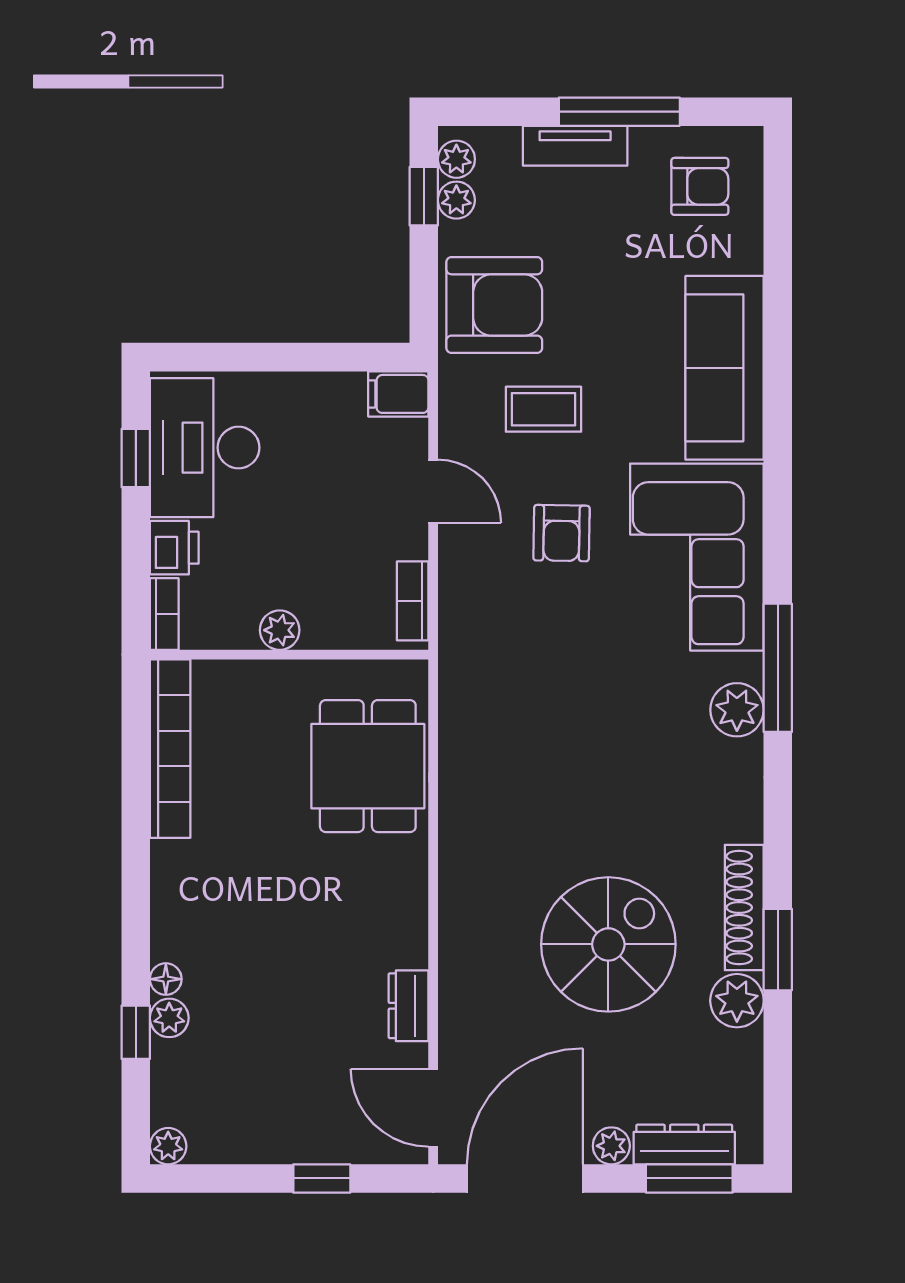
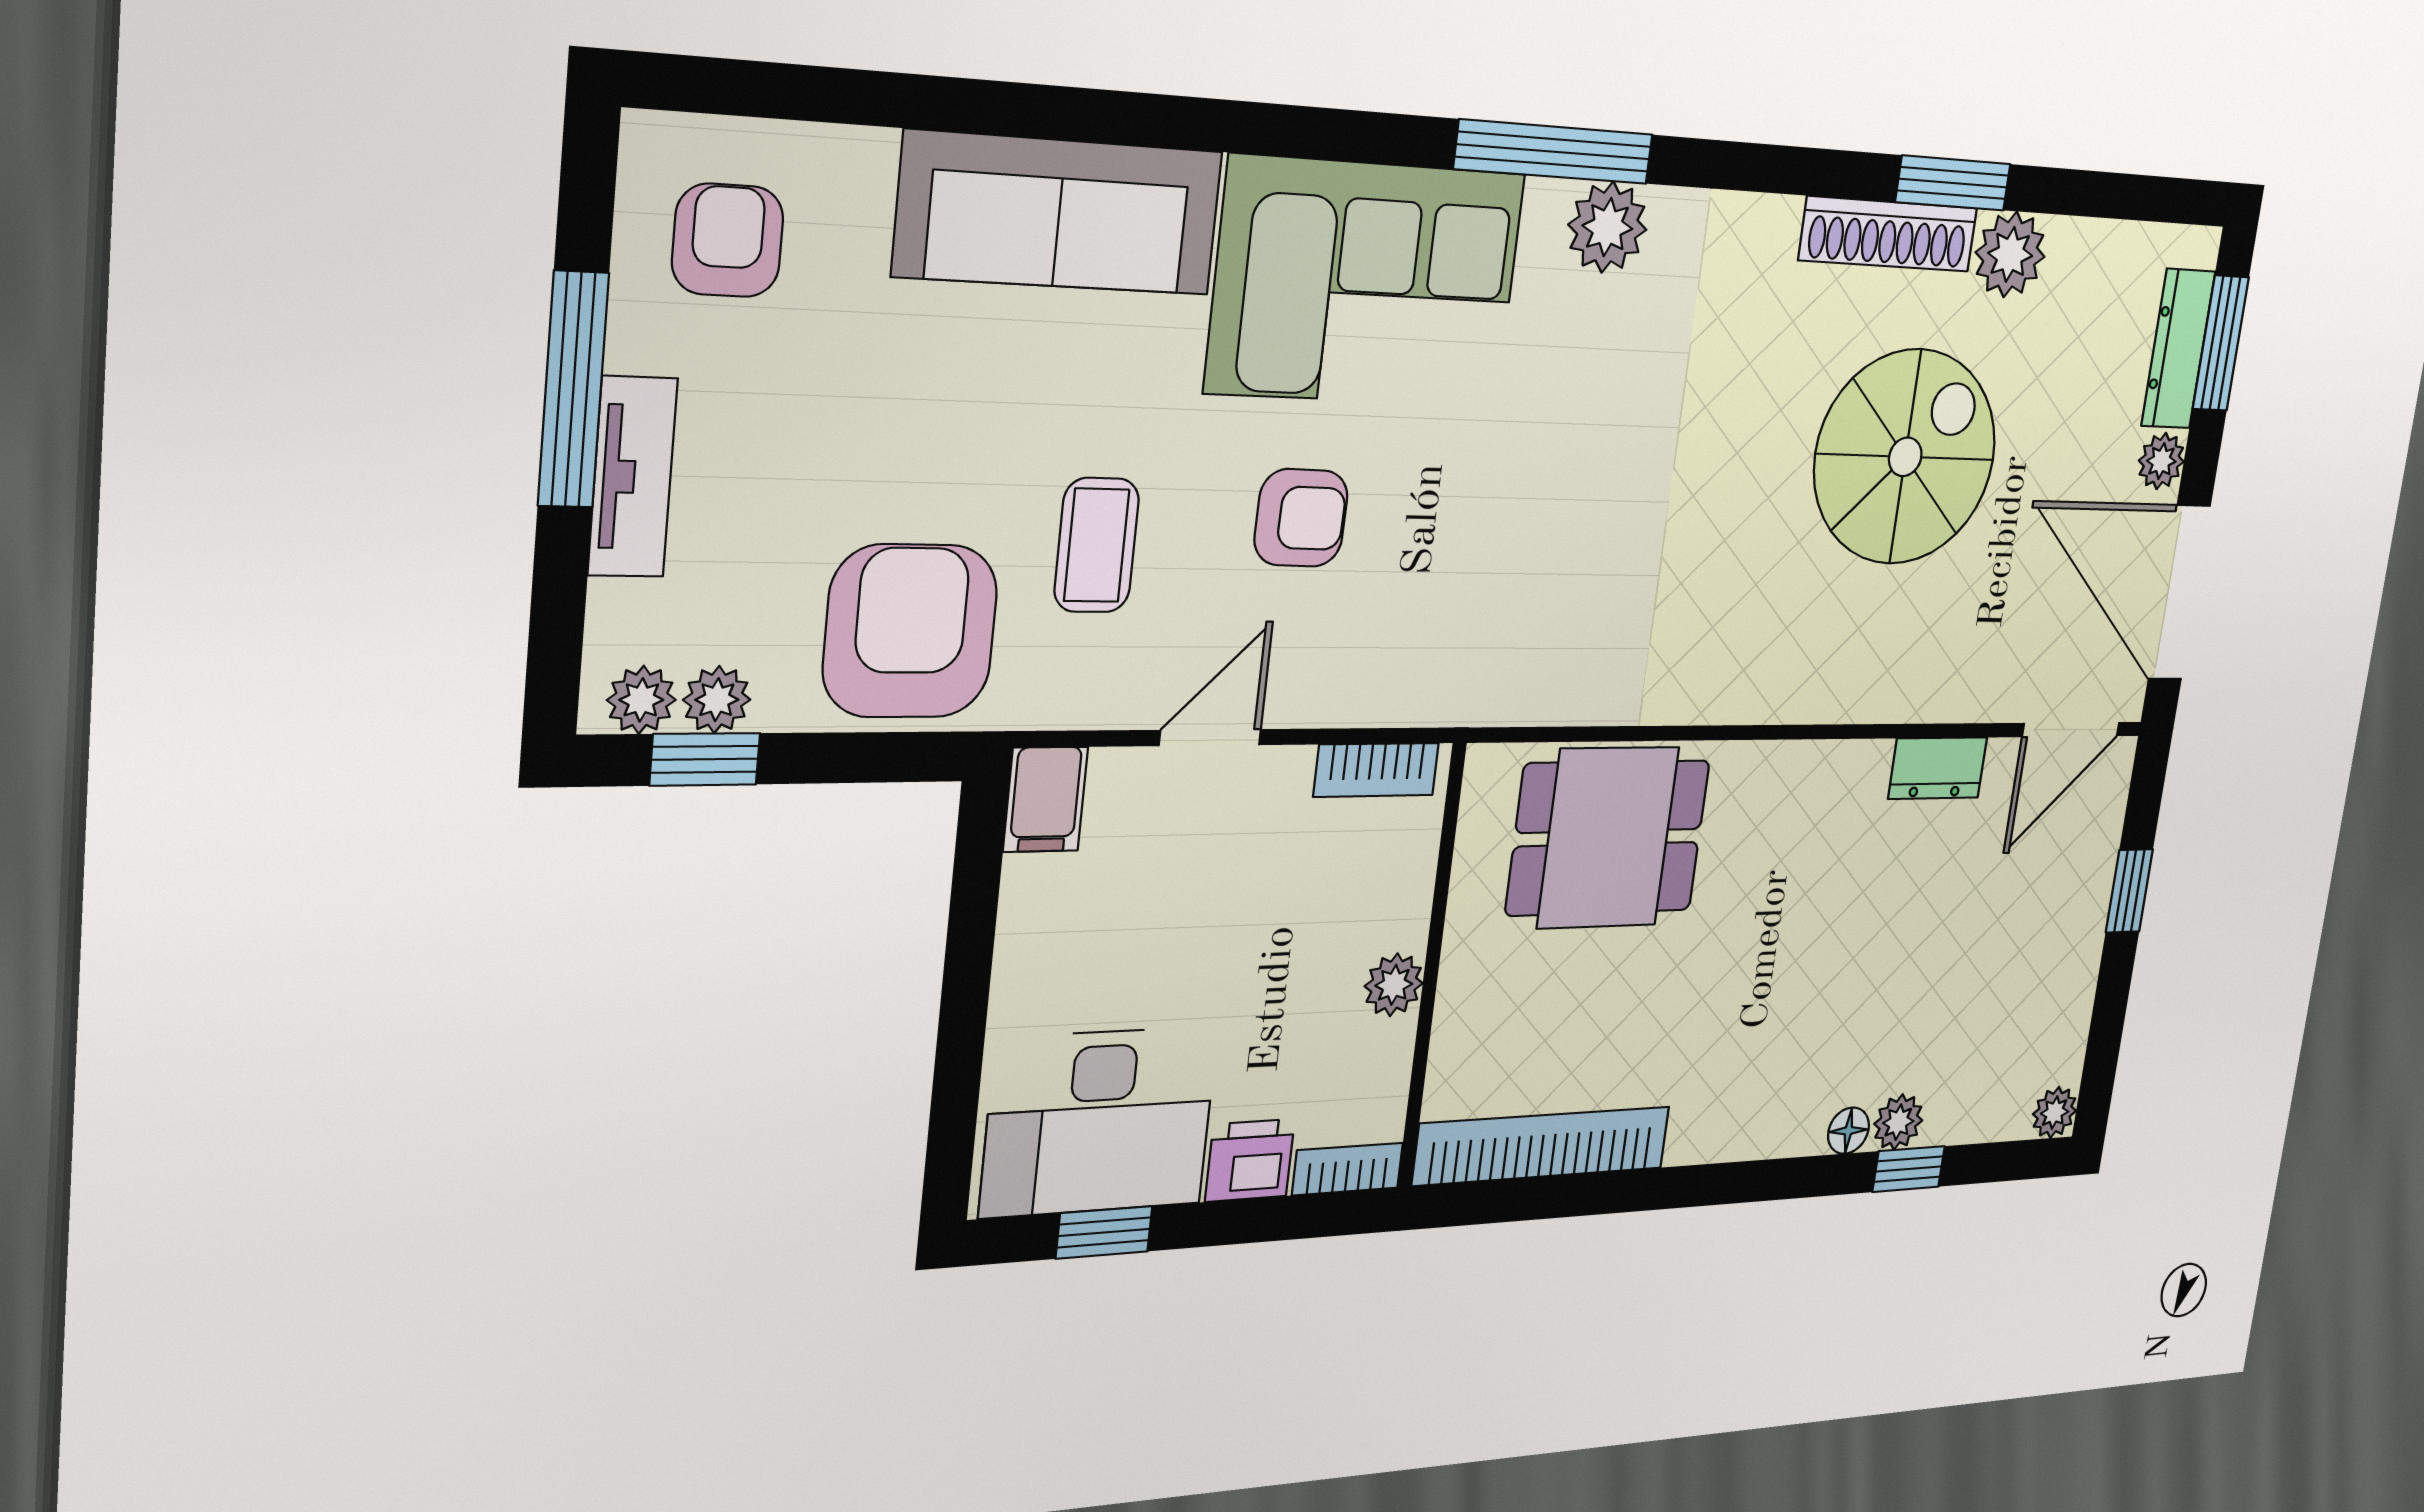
spiral stairs: (608, 944) -> (1905, 457), turned 90

